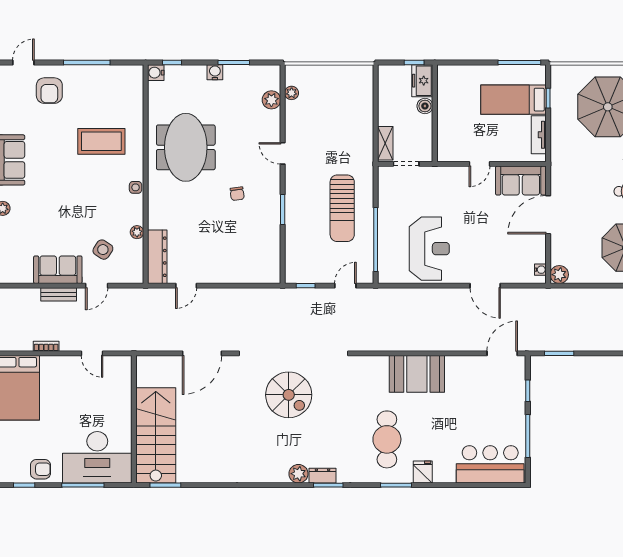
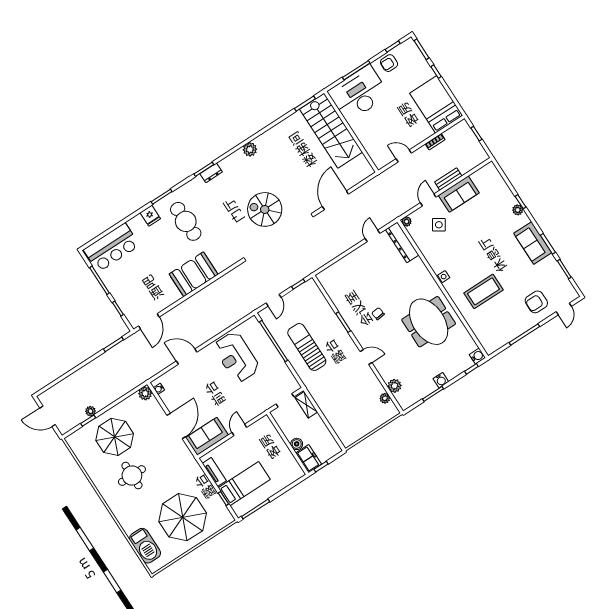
armchair: (49, 91) -> (536, 302), turned -90
plant: (137, 232) -> (407, 221), moved
plant: (298, 474) -> (250, 149), moved

